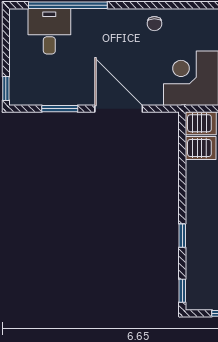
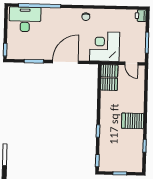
desk: (49, 31) -> (25, 19), width x1.37
door: (119, 109) -> (65, 62), hinge flipped

